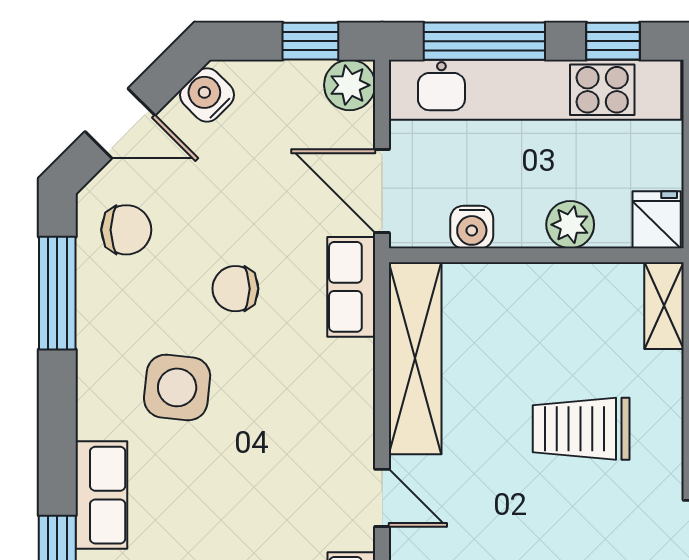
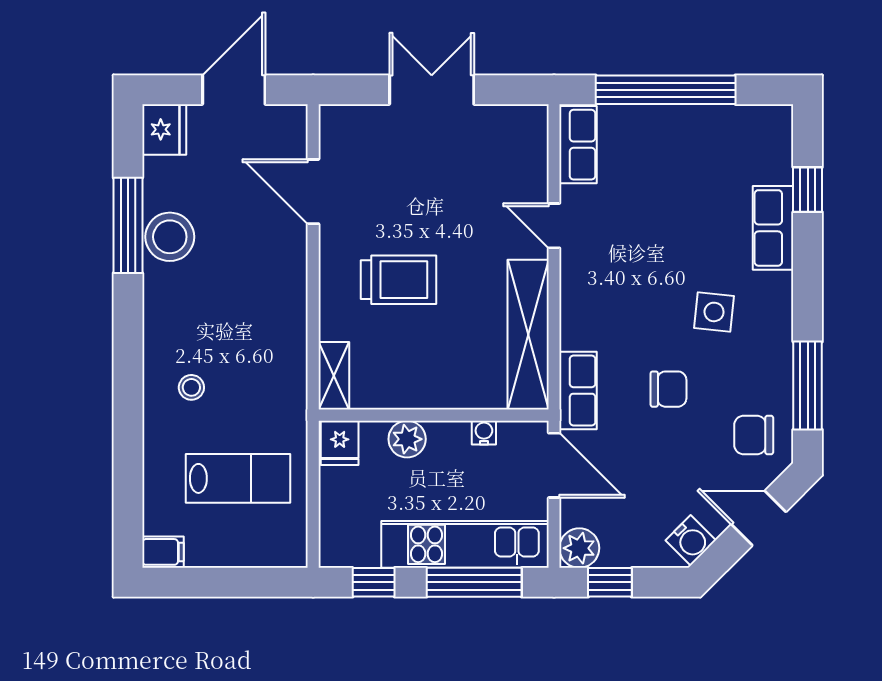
kitchen unit: (535, 90) -> (465, 544), width x0.73
water cooler: (472, 227) -> (484, 433), width x0.72, depth x0.72
side table: (177, 387) -> (714, 312), width x0.73, depth x0.73

